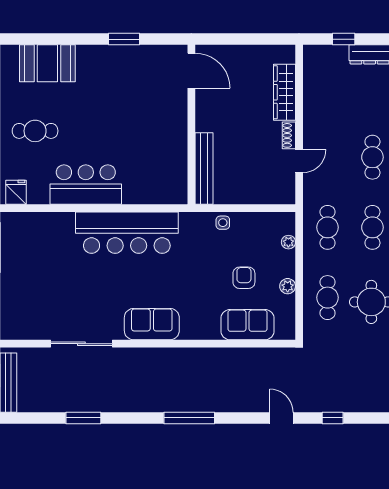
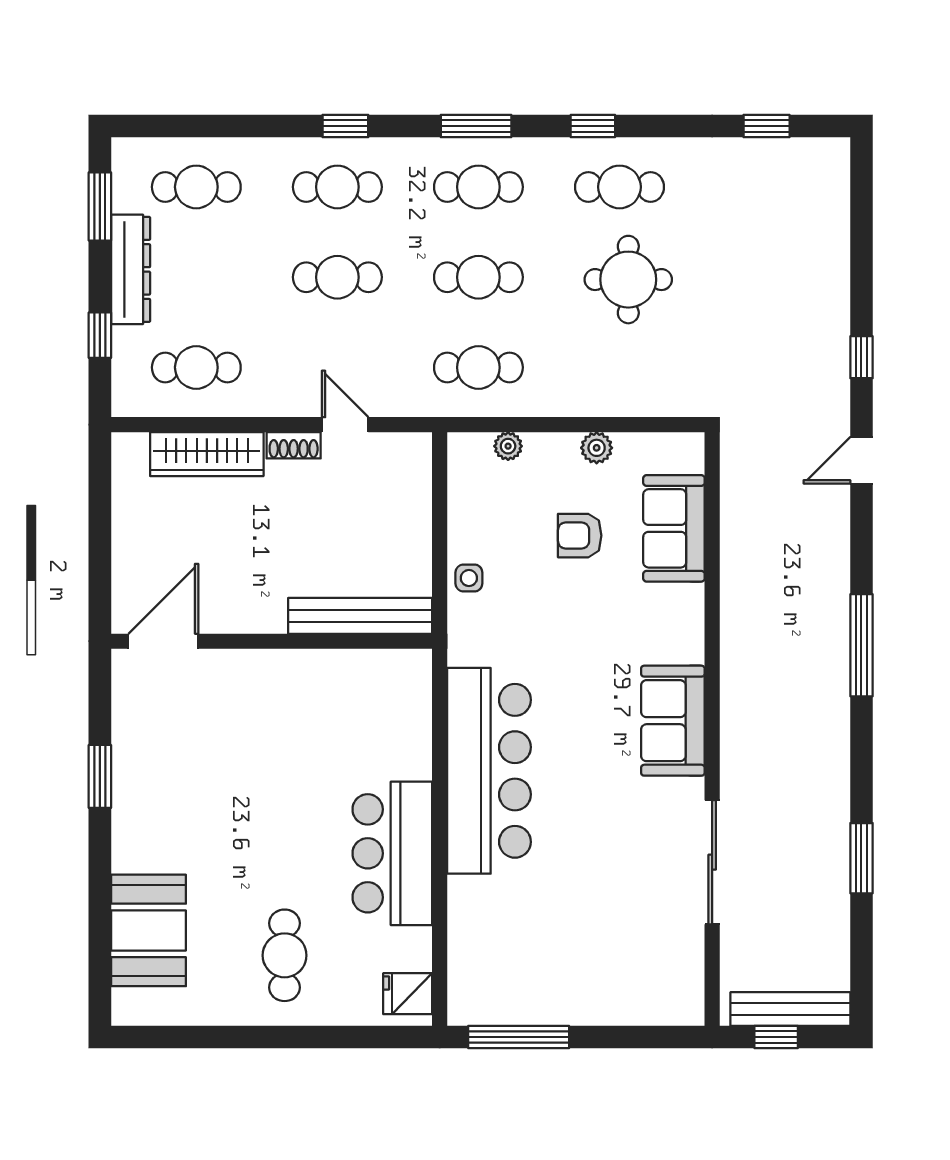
cafe table: (328, 298) -> (196, 367), moved

